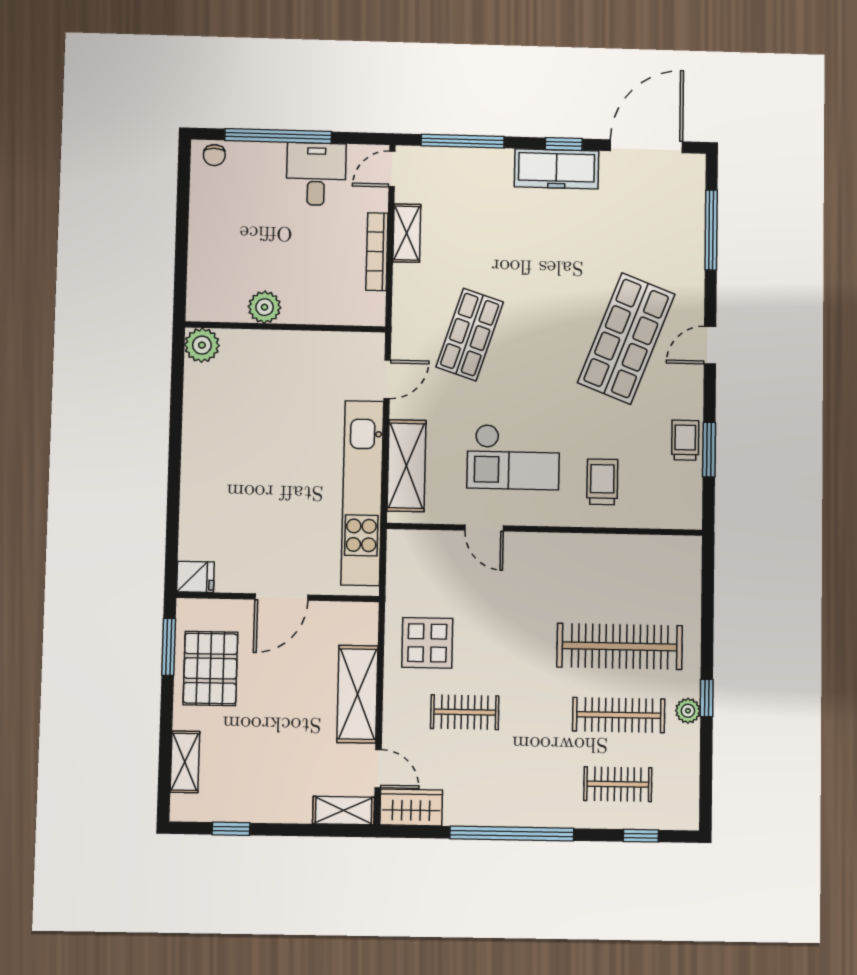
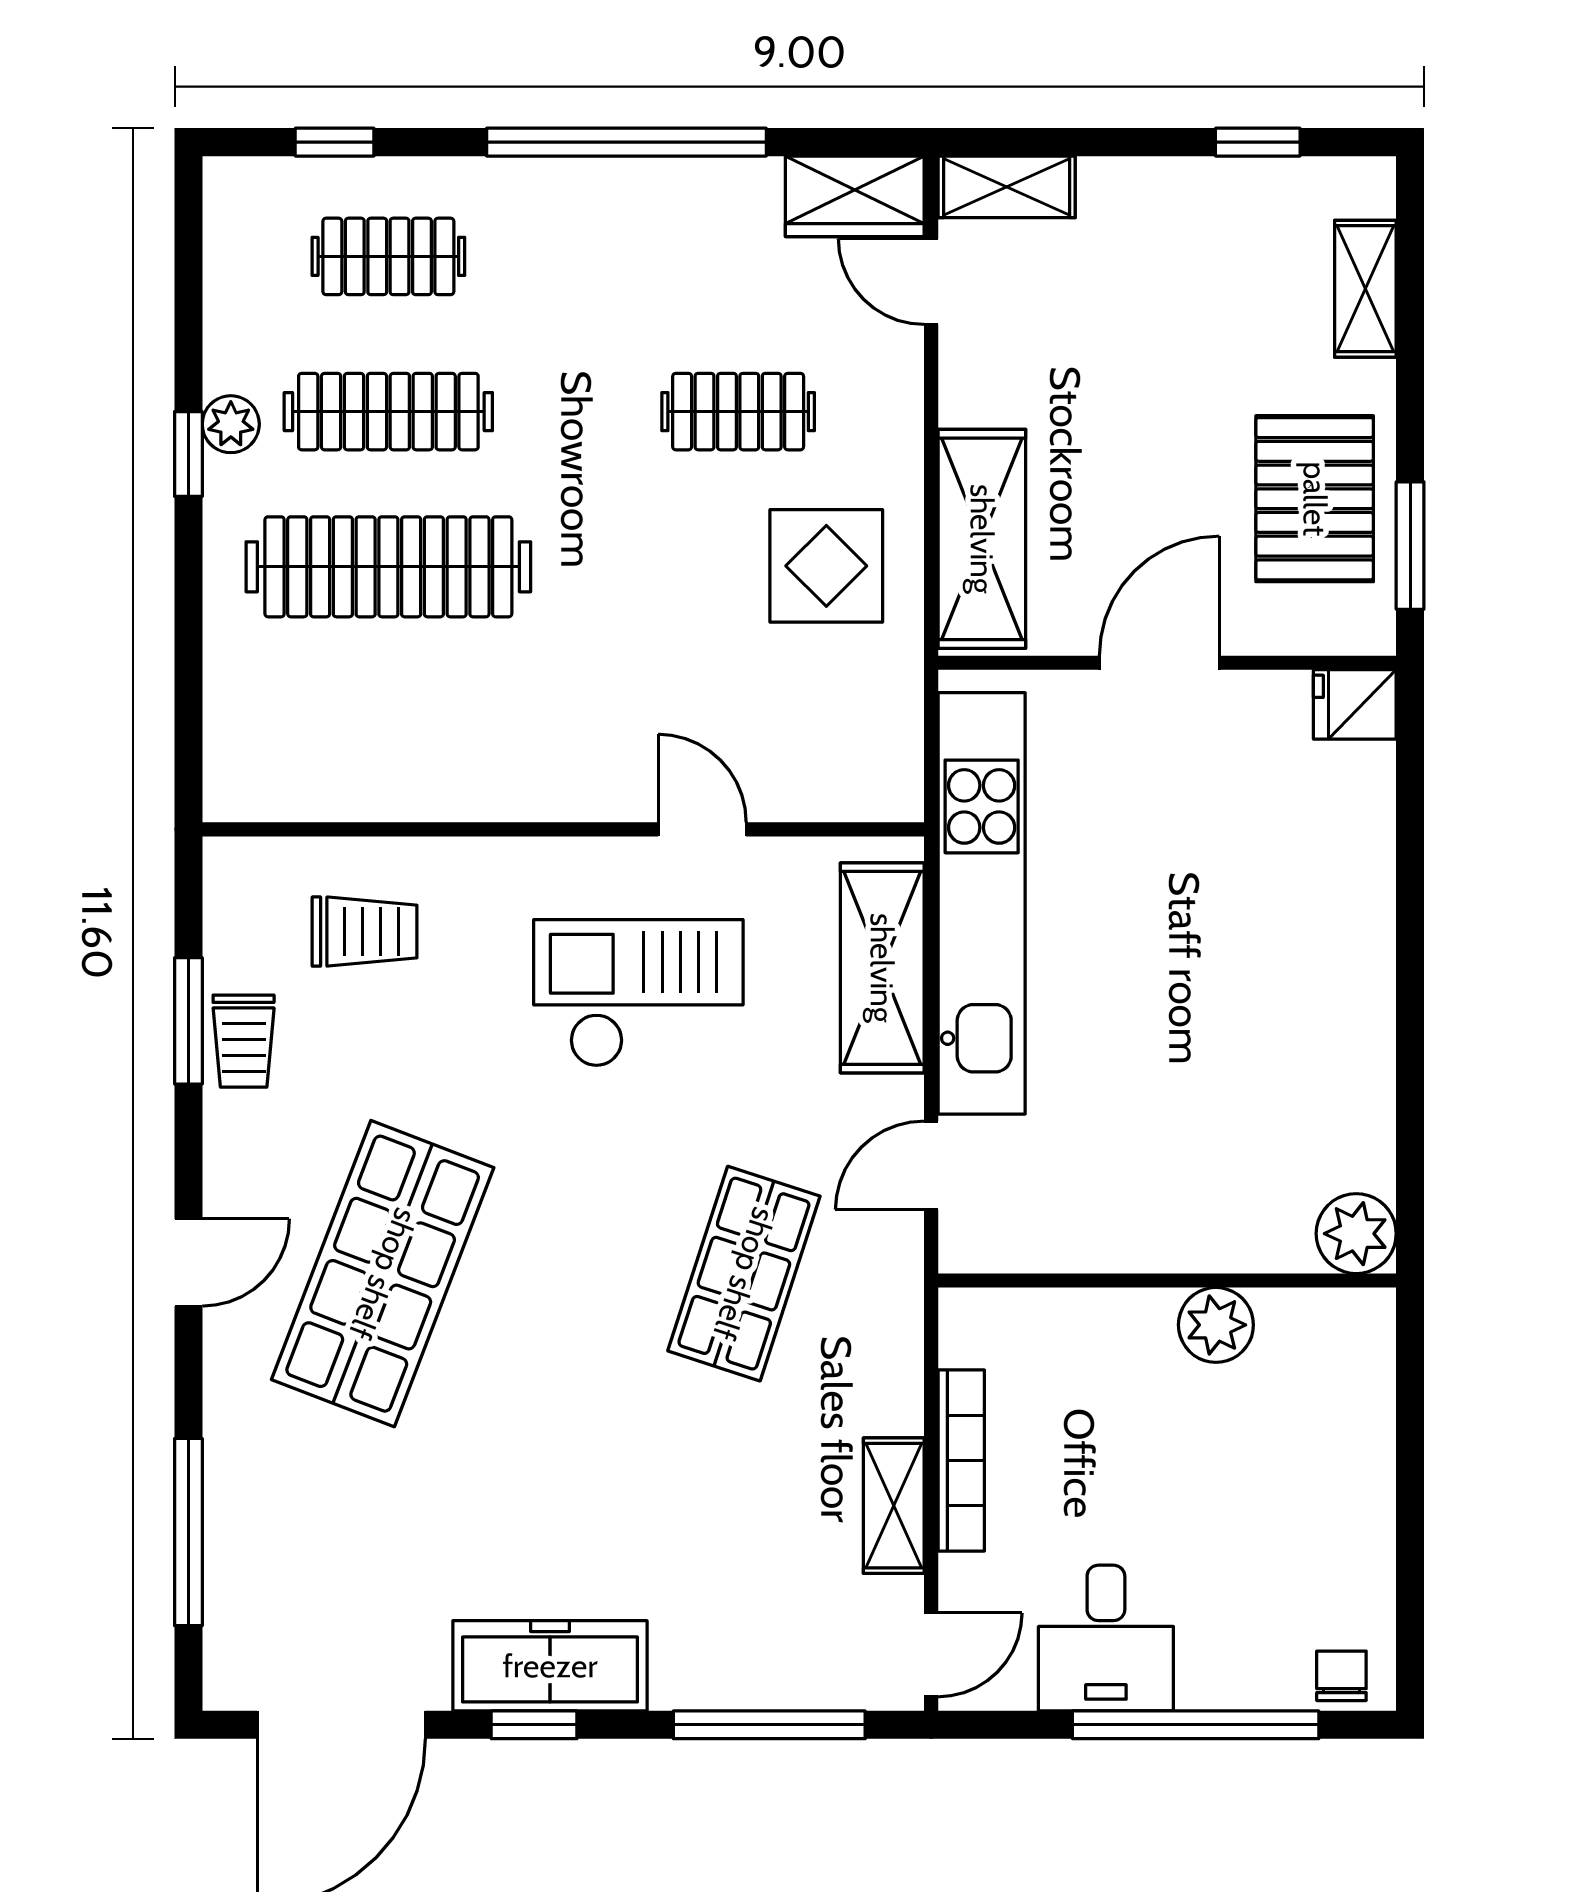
trolley: (602, 482) -> (365, 932), moved, turned -90
shelving: (357, 694) -> (982, 539), moved

